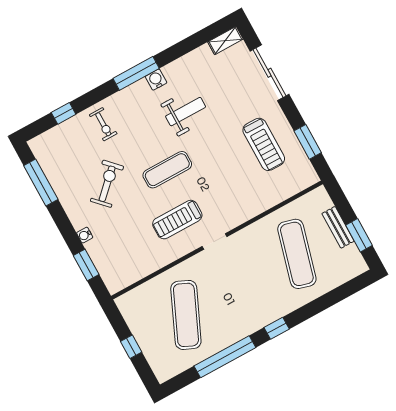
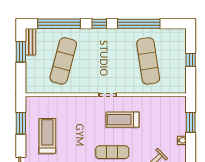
treadmill: (177, 220) -> (122, 120), turned 180
bench: (338, 227) -> (31, 42), moved
window: (329, 299) -> (59, 24), added
exercise mat: (186, 315) -> (148, 61), turned -33

